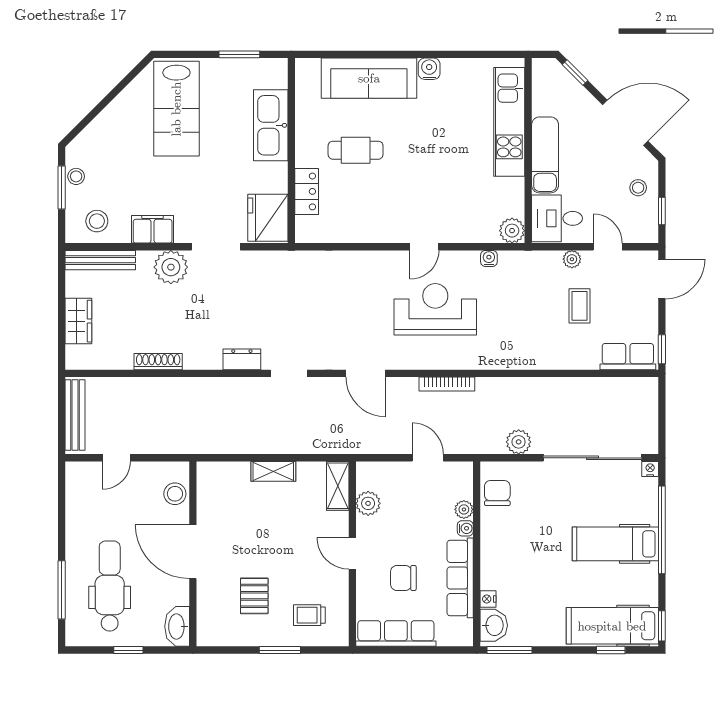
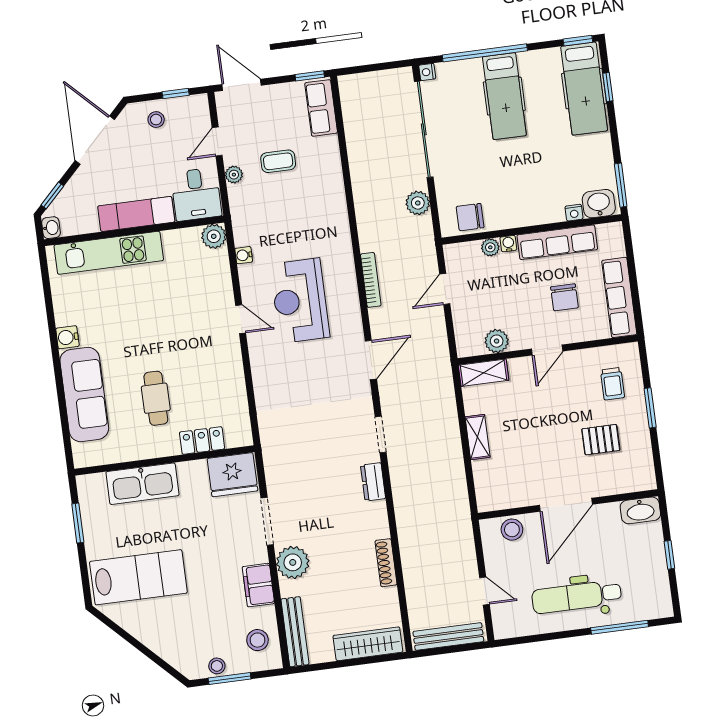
washbasin: (543, 67) -> (51, 228), added
wardrobe: (78, 321) -> (368, 644), width x1.50
dental chair: (110, 586) -> (577, 597), moved

